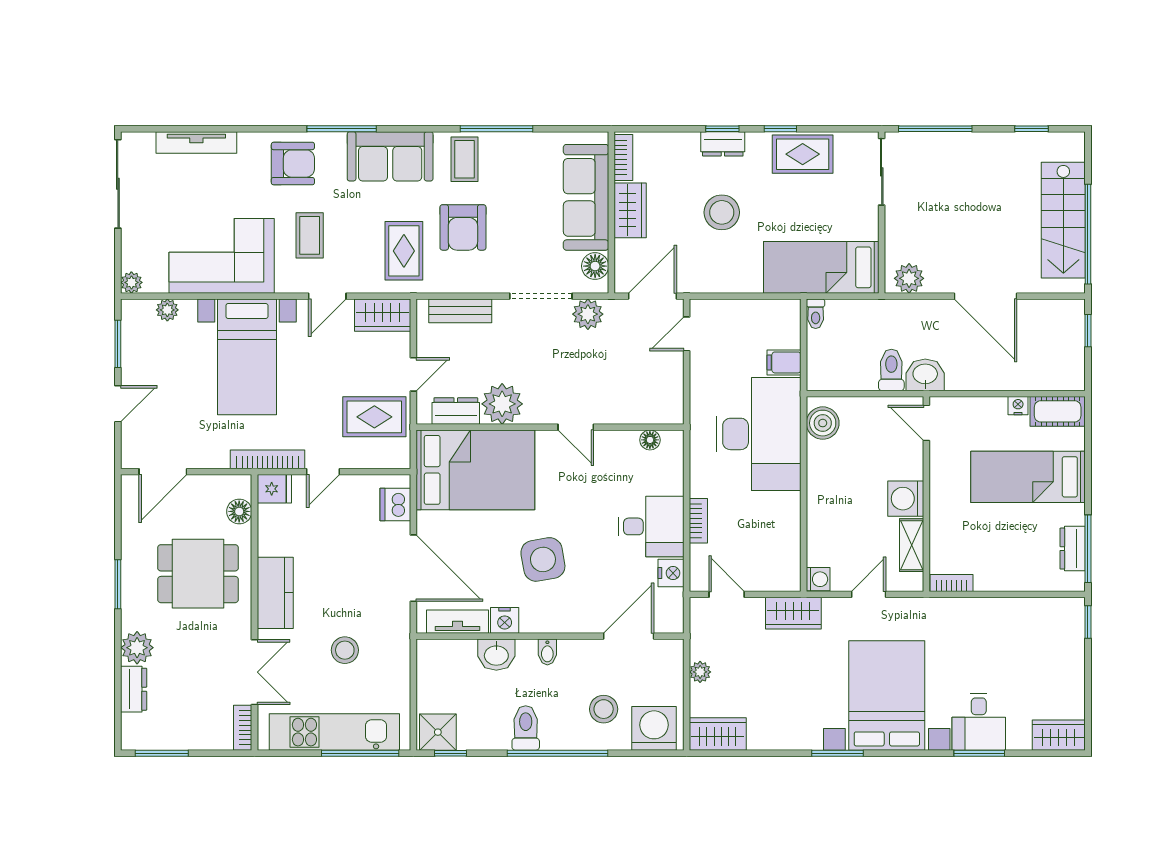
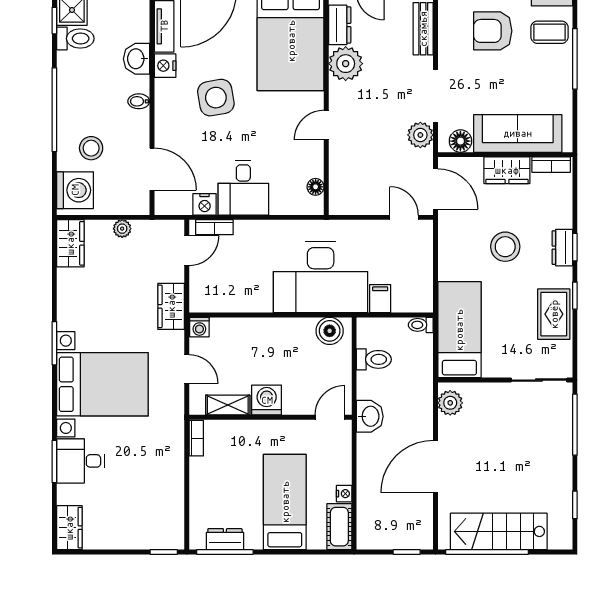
toilet: (891, 370) -> (374, 359), moved
bookcase: (698, 521) -> (214, 227), moved
toilet: (526, 728) -> (75, 39), moved

